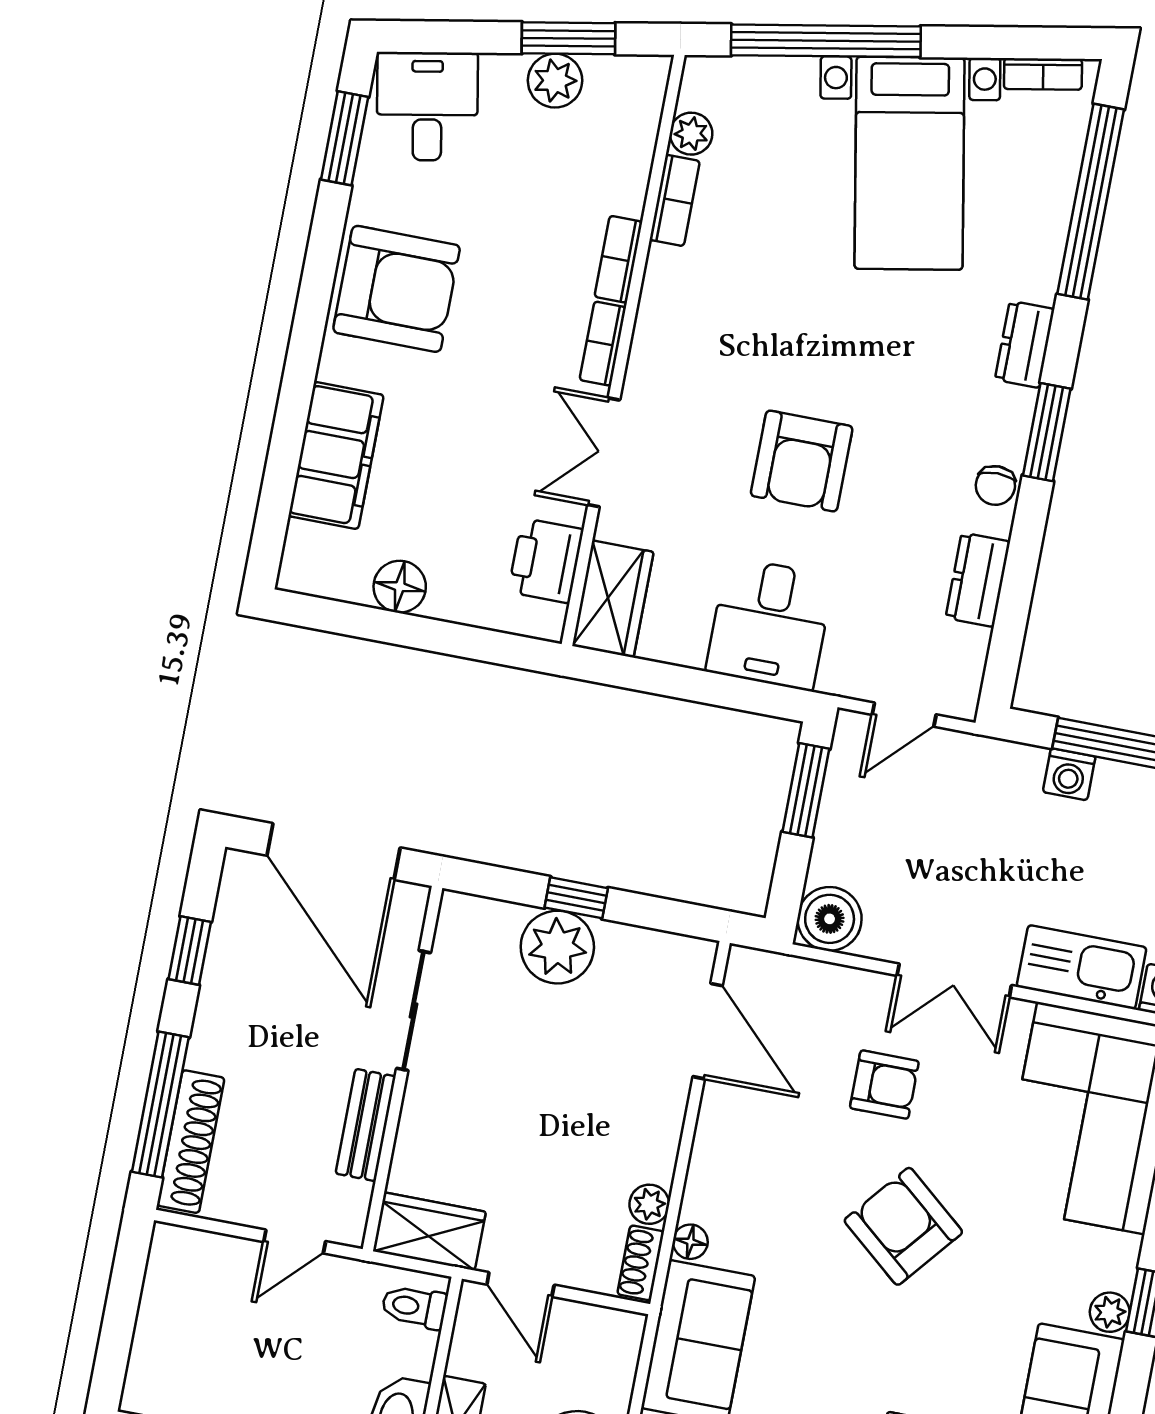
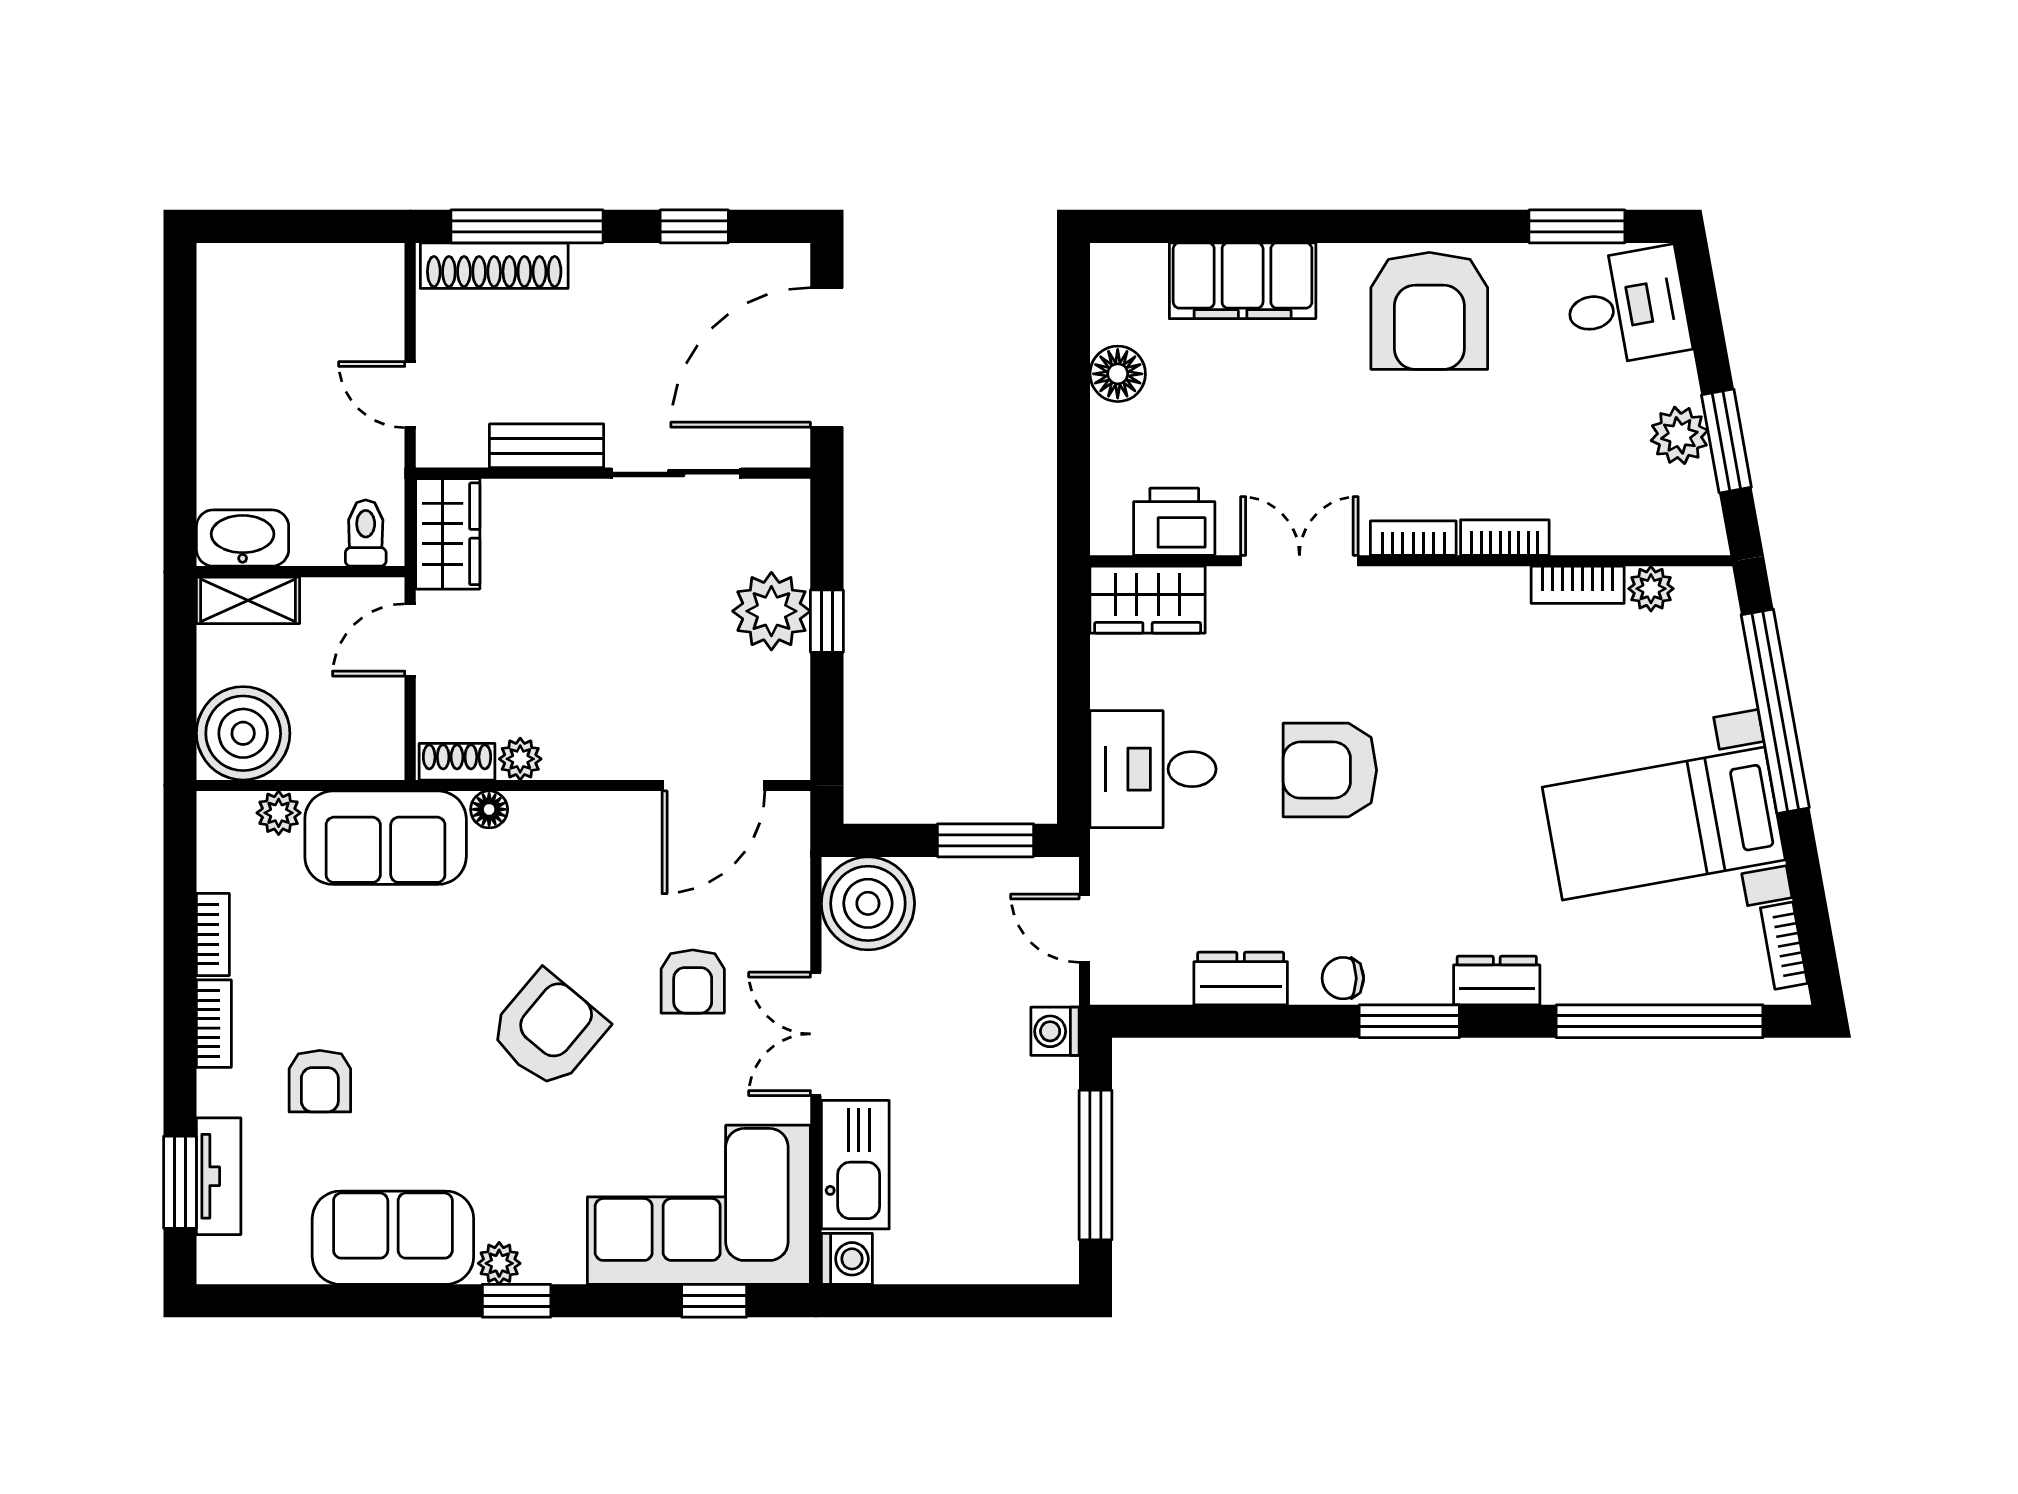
washing machine: (1069, 774) -> (1055, 1031), moved
boiler: (830, 919) -> (868, 903), width x1.37, depth x1.37

